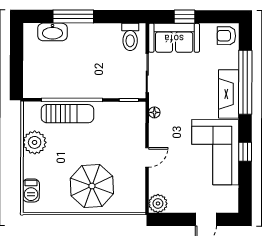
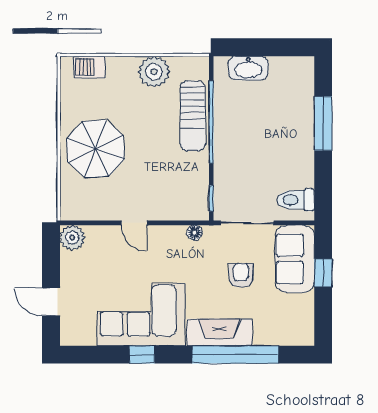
washbasin: (52, 32) -> (248, 68), moved, turned -90
armchair: (226, 36) -> (241, 275), moved

